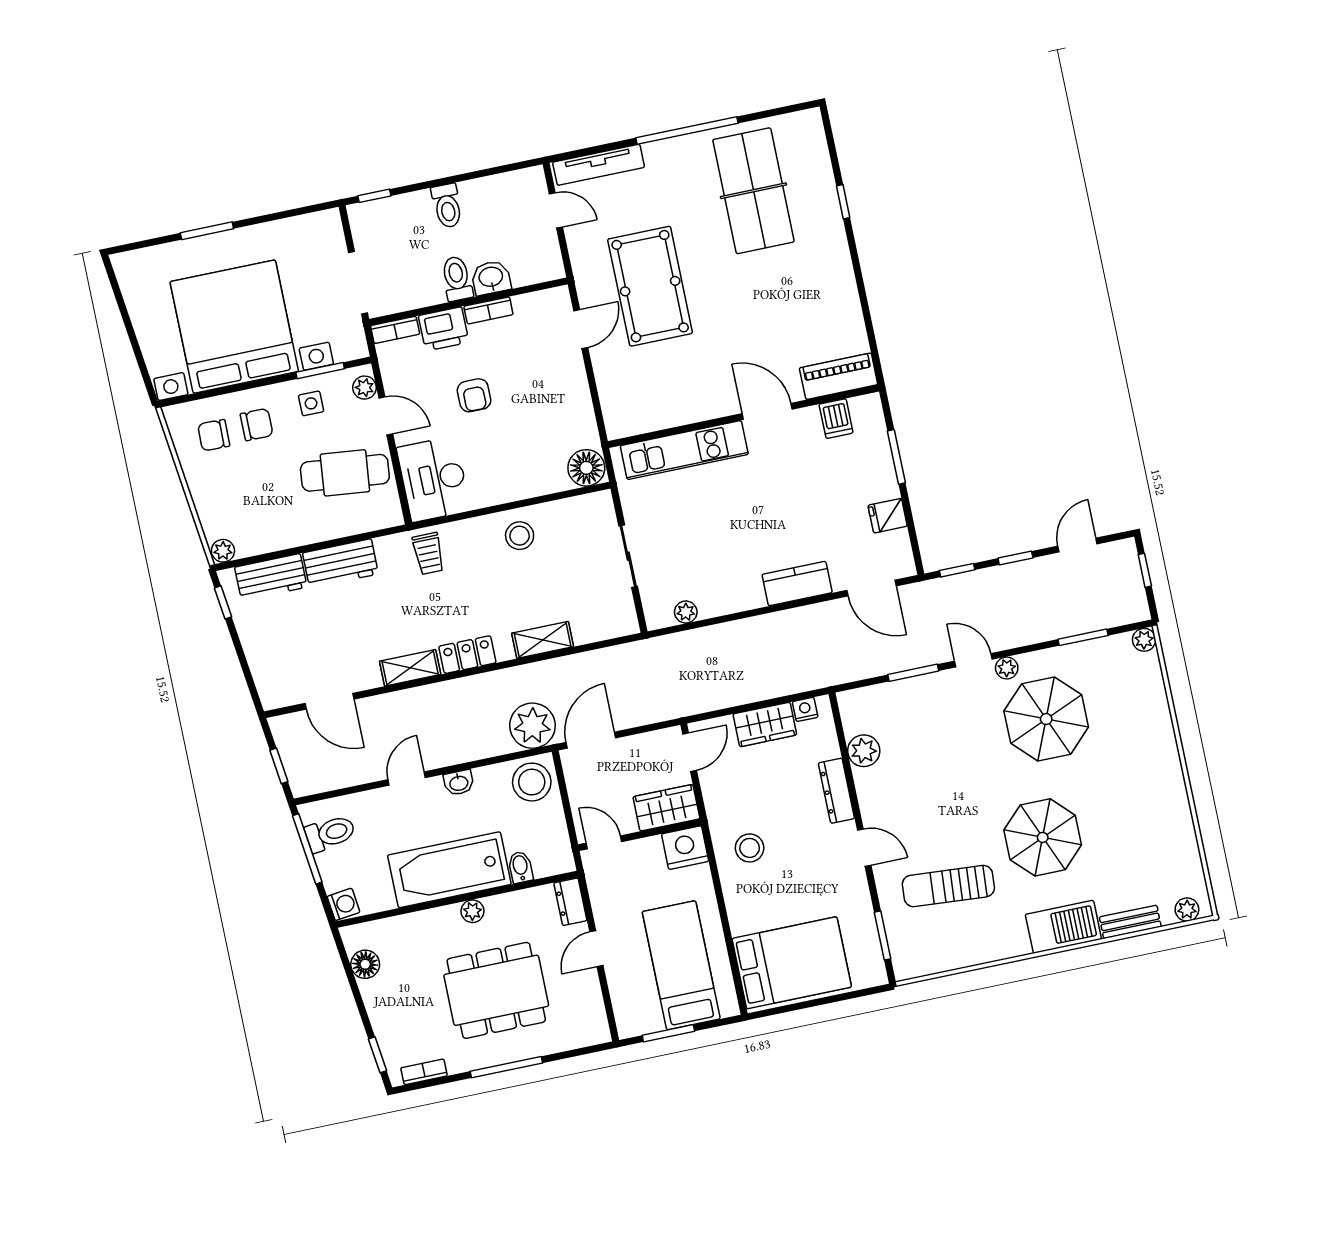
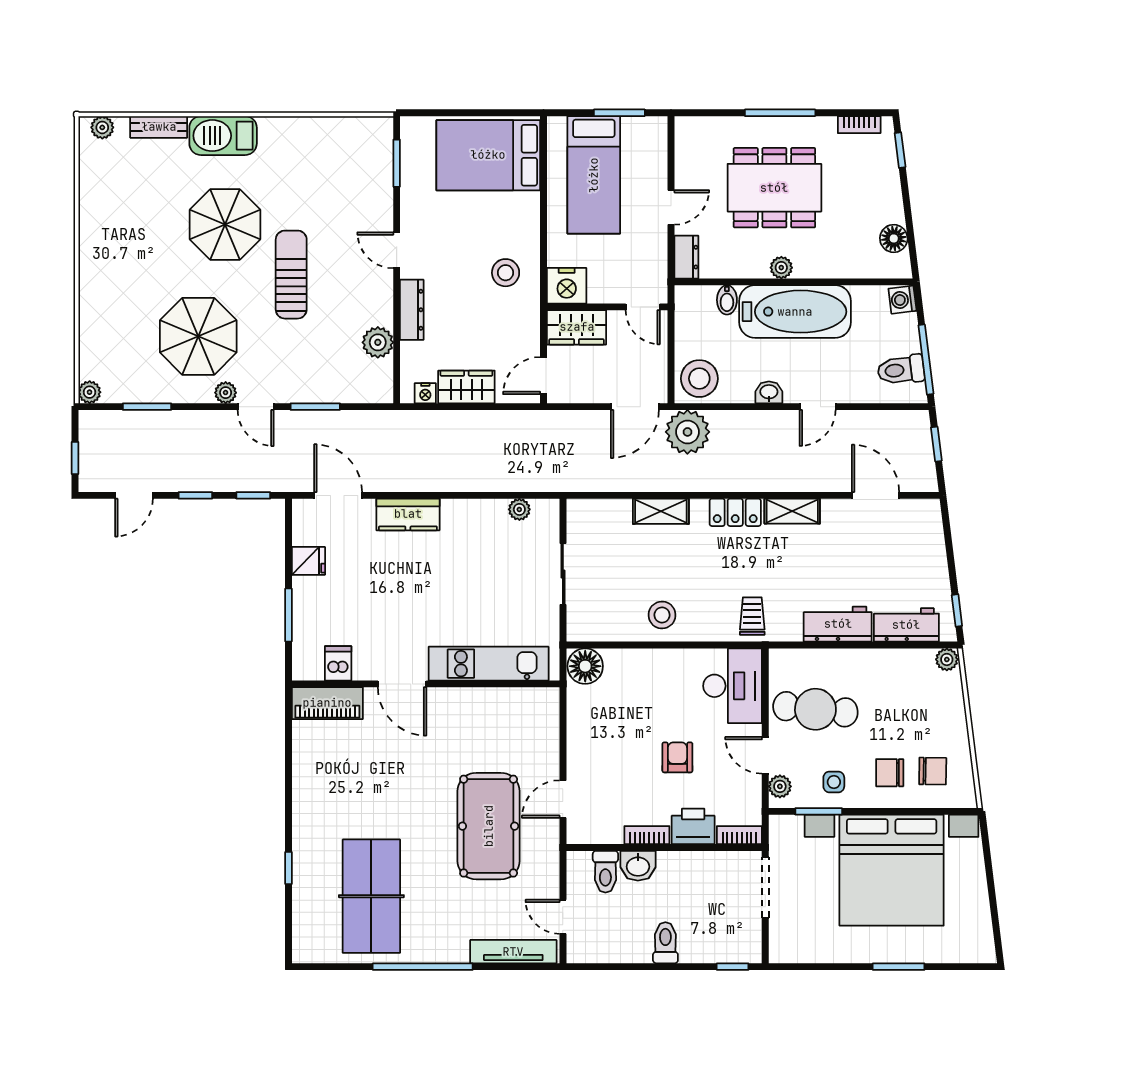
toilet: (457, 279) -> (605, 872), moved
sun lounger: (948, 886) -> (291, 275), moved, turned -94

